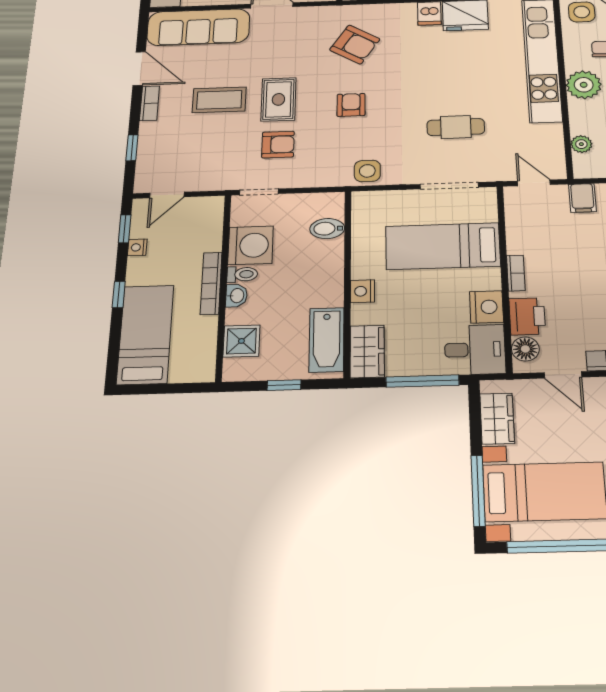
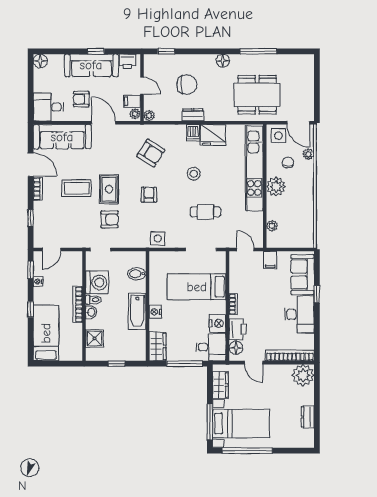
stool: (432, 71) -> (194, 174), added
bathtub: (327, 340) -> (137, 311), moved

